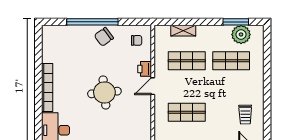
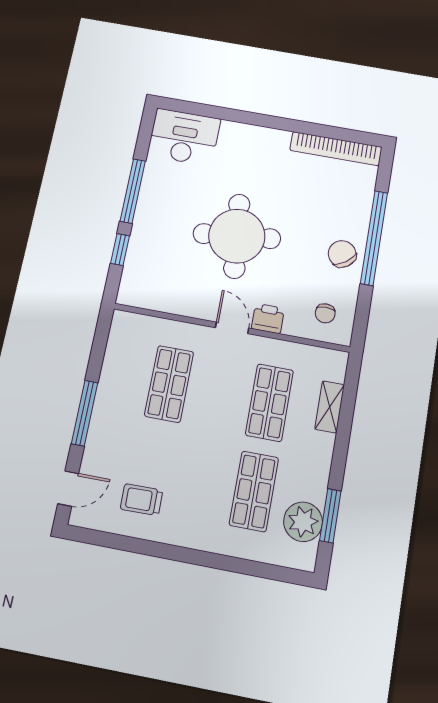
bookcase: (47, 87) -> (336, 149), moved
round table: (104, 92) -> (237, 236), width x1.36, depth x1.36

